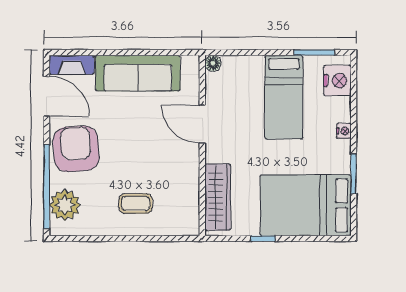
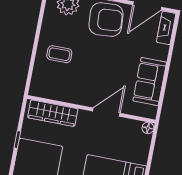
sofa: (138, 73) -> (150, 81), width x0.73
coffee table: (136, 204) -> (59, 54), turned 90

